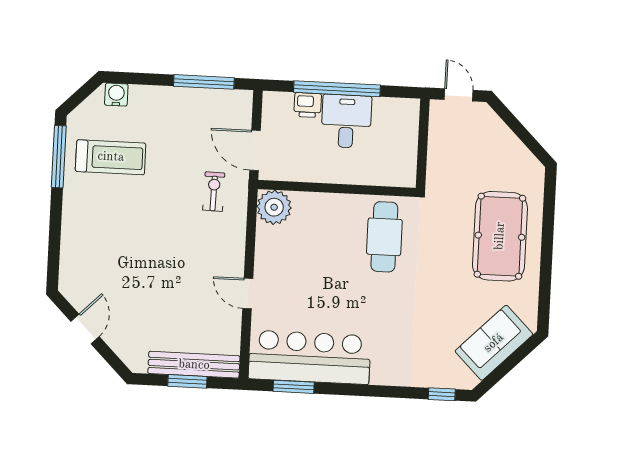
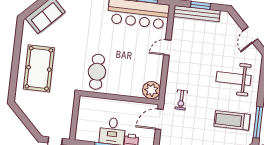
door: (255, 150) -> (159, 119), swing flipped
weight bench: (113, 240) -> (234, 79), added
door: (248, 294) -> (167, 48), swing flipped

